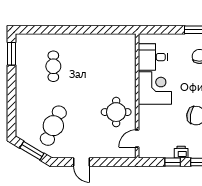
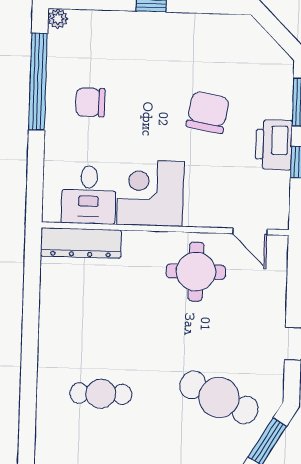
dresser: (129, 54) -> (81, 243), added
printer: (181, 152) -> (274, 145), width x1.87, depth x1.48

